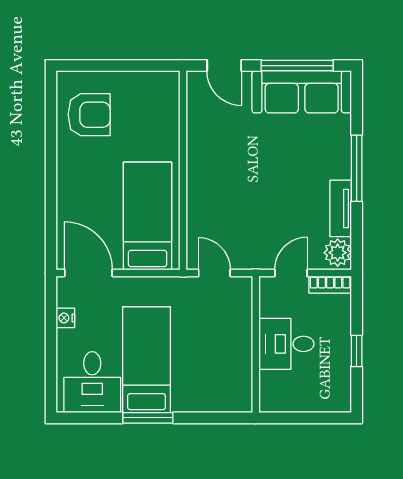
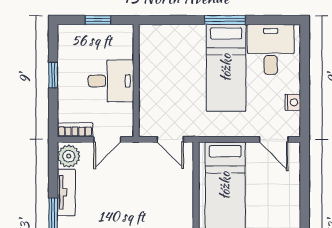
door: (88, 273) -> (274, 139), width x0.73
window: (302, 418) -> (98, 20), added

